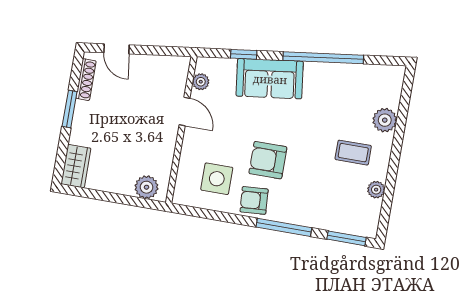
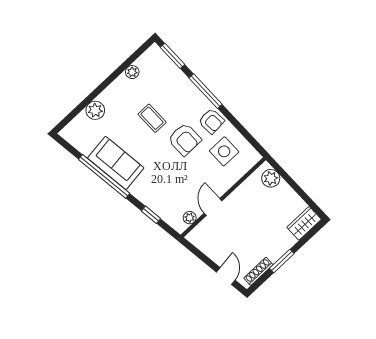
sofa: (270, 79) -> (116, 163), moved
coffee table: (353, 153) -> (152, 118), moved

